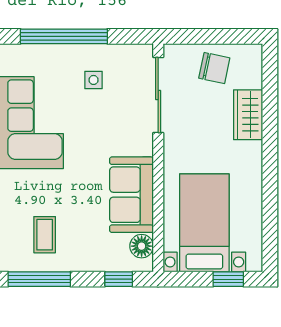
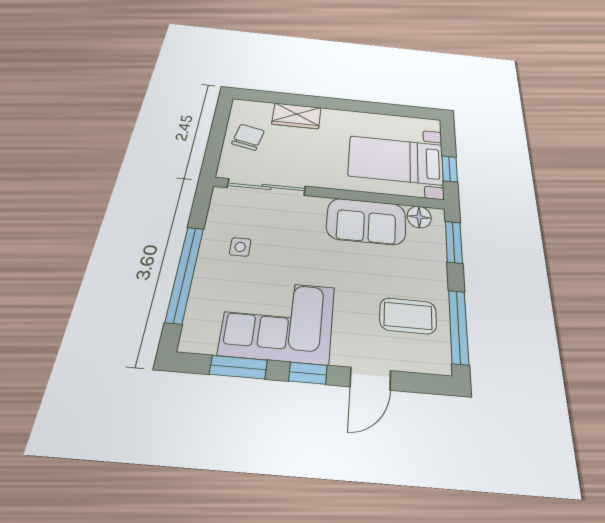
coffee table: (45, 235) -> (408, 316), width x1.36, depth x1.30
window: (119, 279) -> (454, 242), width x1.50
window: (228, 279) -> (450, 169), moved

